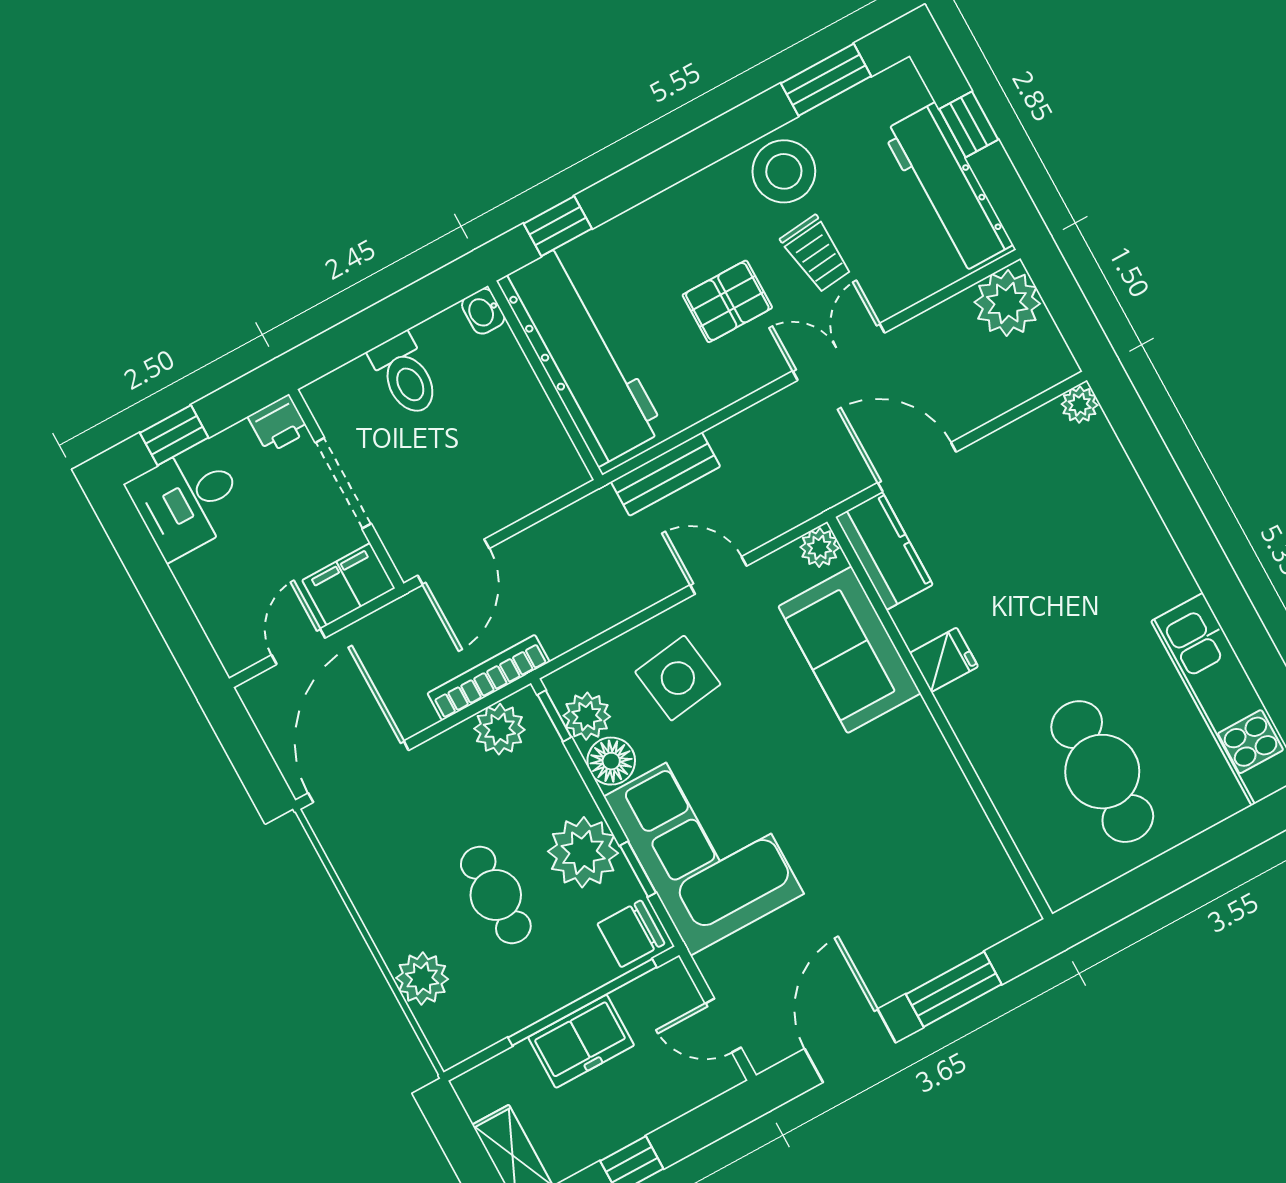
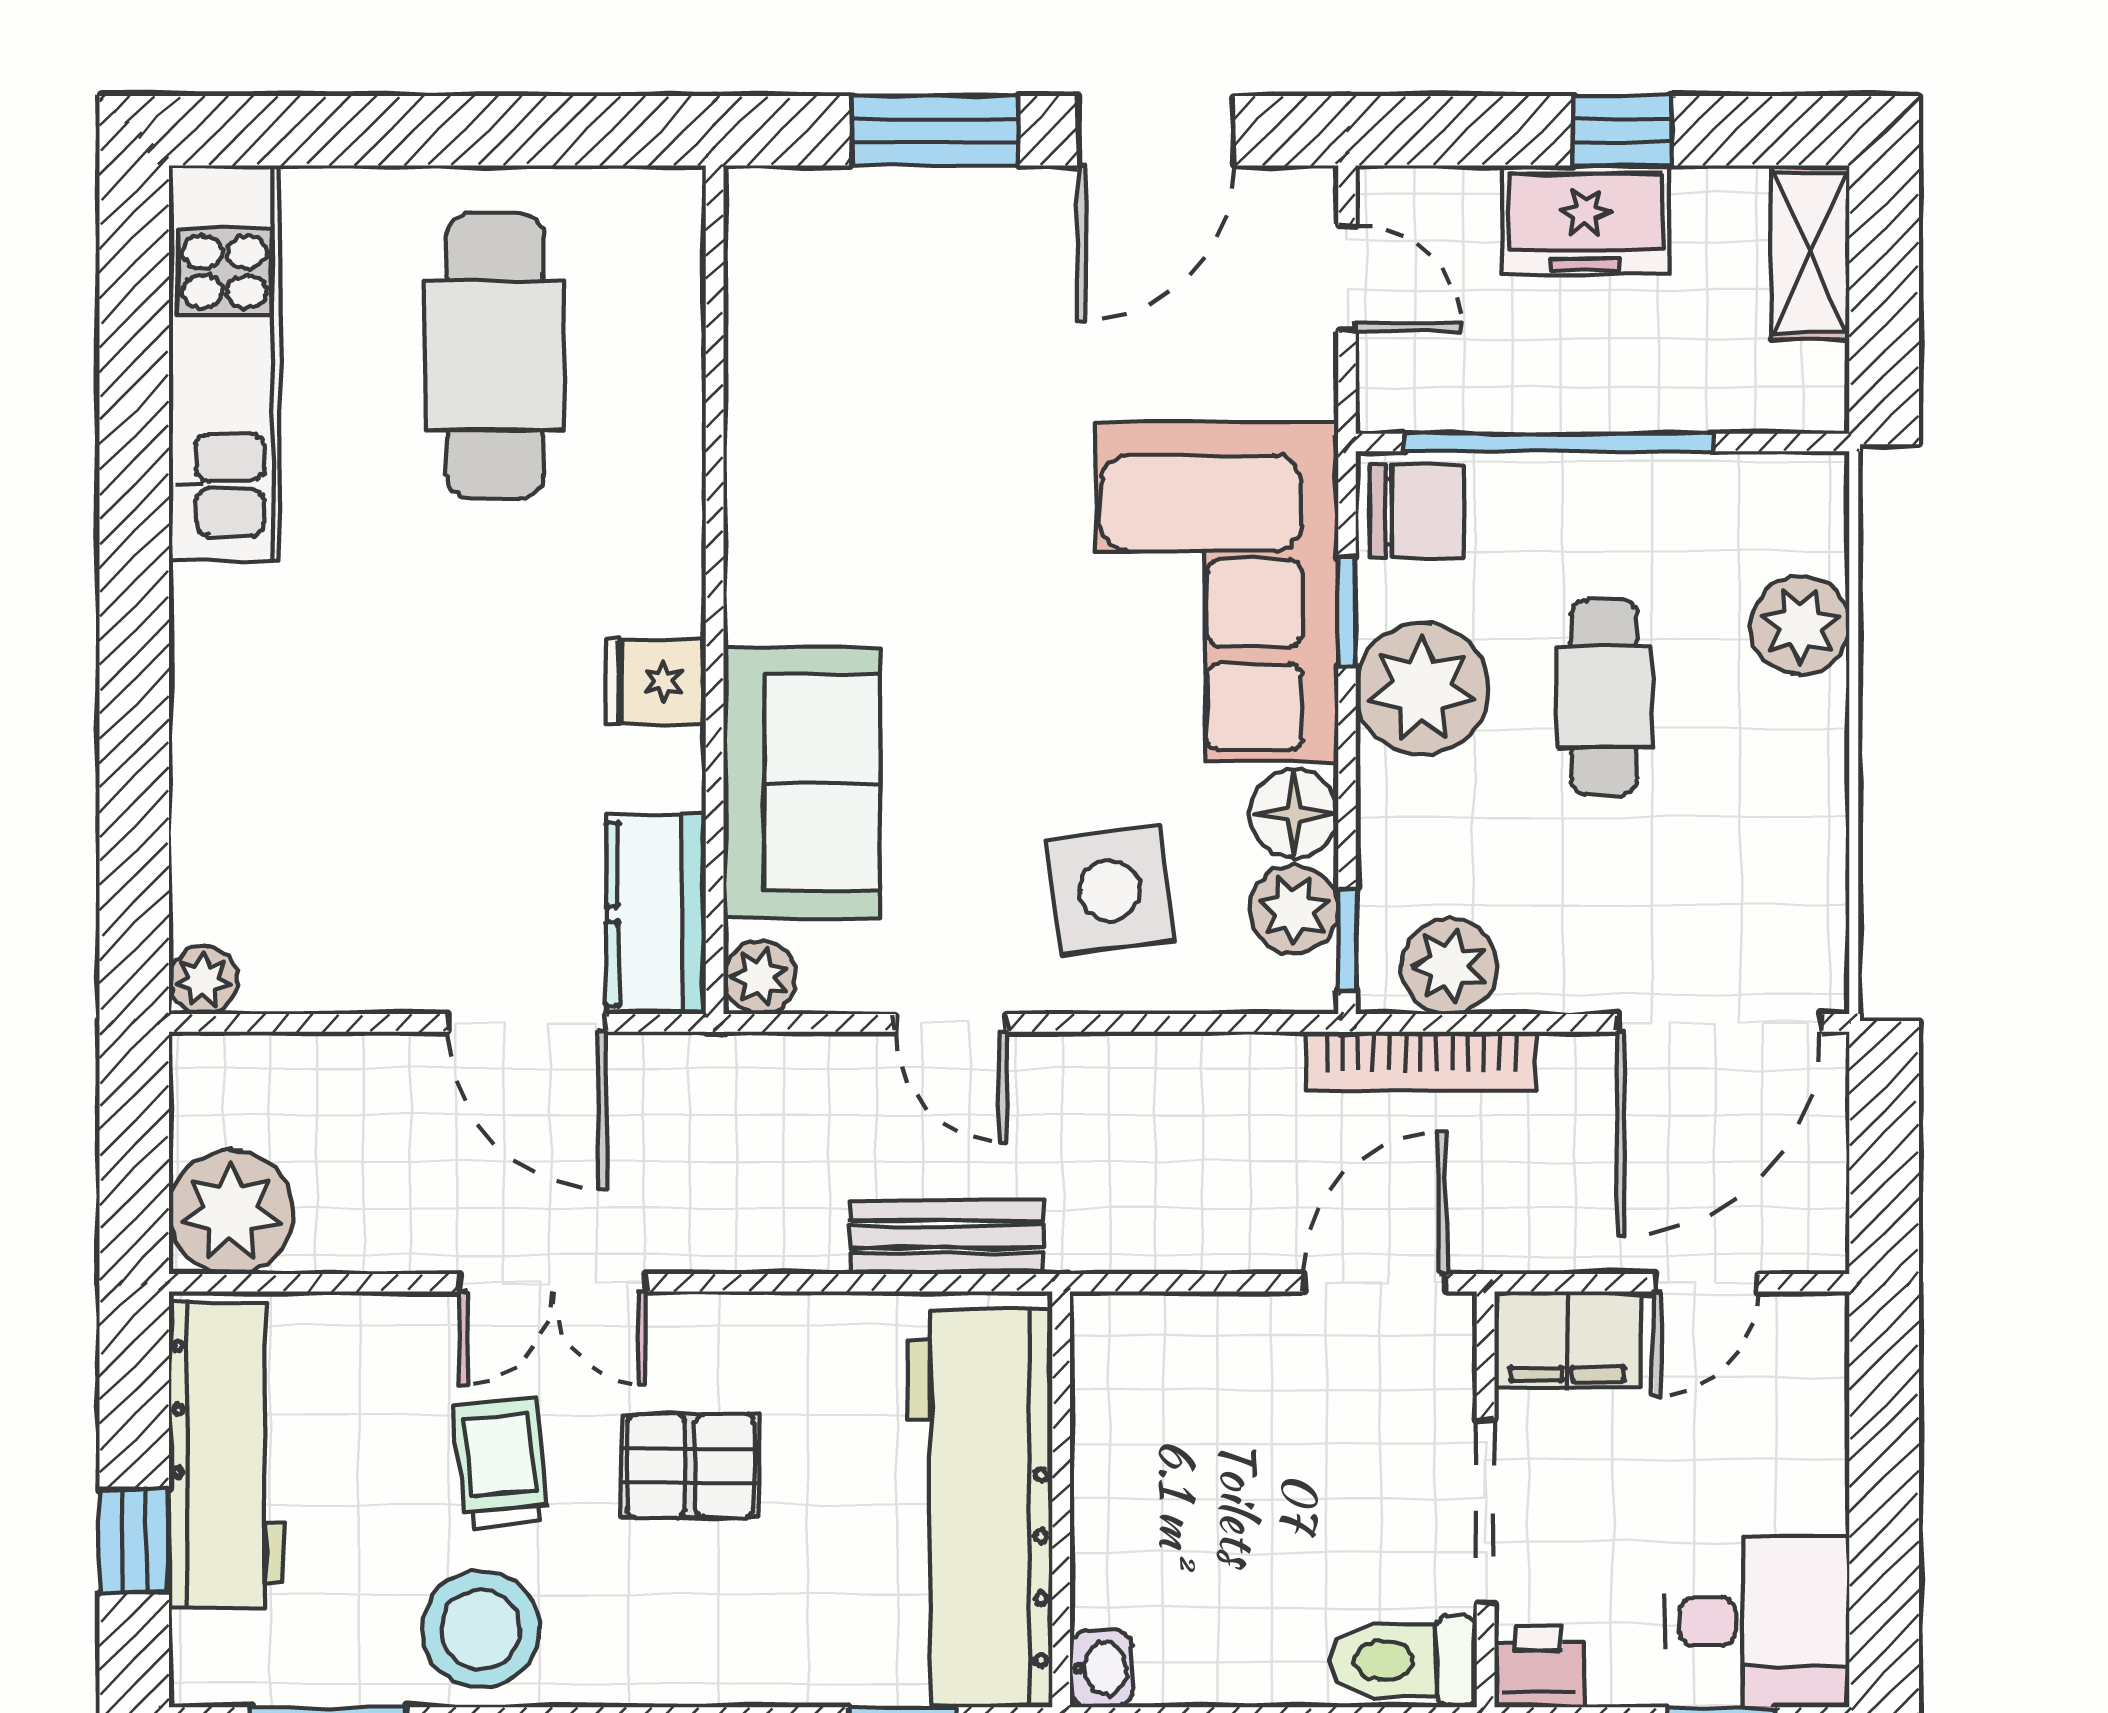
toilet: (405, 375) -> (1404, 1660), moved, turned -90
freezer: (581, 1041) -> (1585, 220), moved, turned 180

